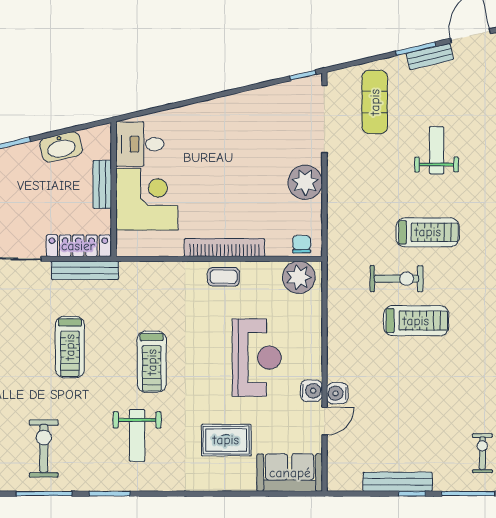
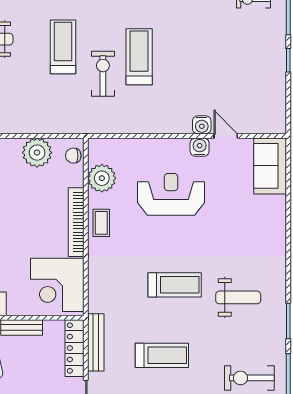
plant: (305, 182) -> (37, 153), moved
corner desk: (147, 199) -> (57, 285), moved, turned -90
plant: (299, 277) -> (102, 178), moved
rug: (226, 440) -> (242, 221), removed
bench: (398, 482) -> (278, 73), removed

